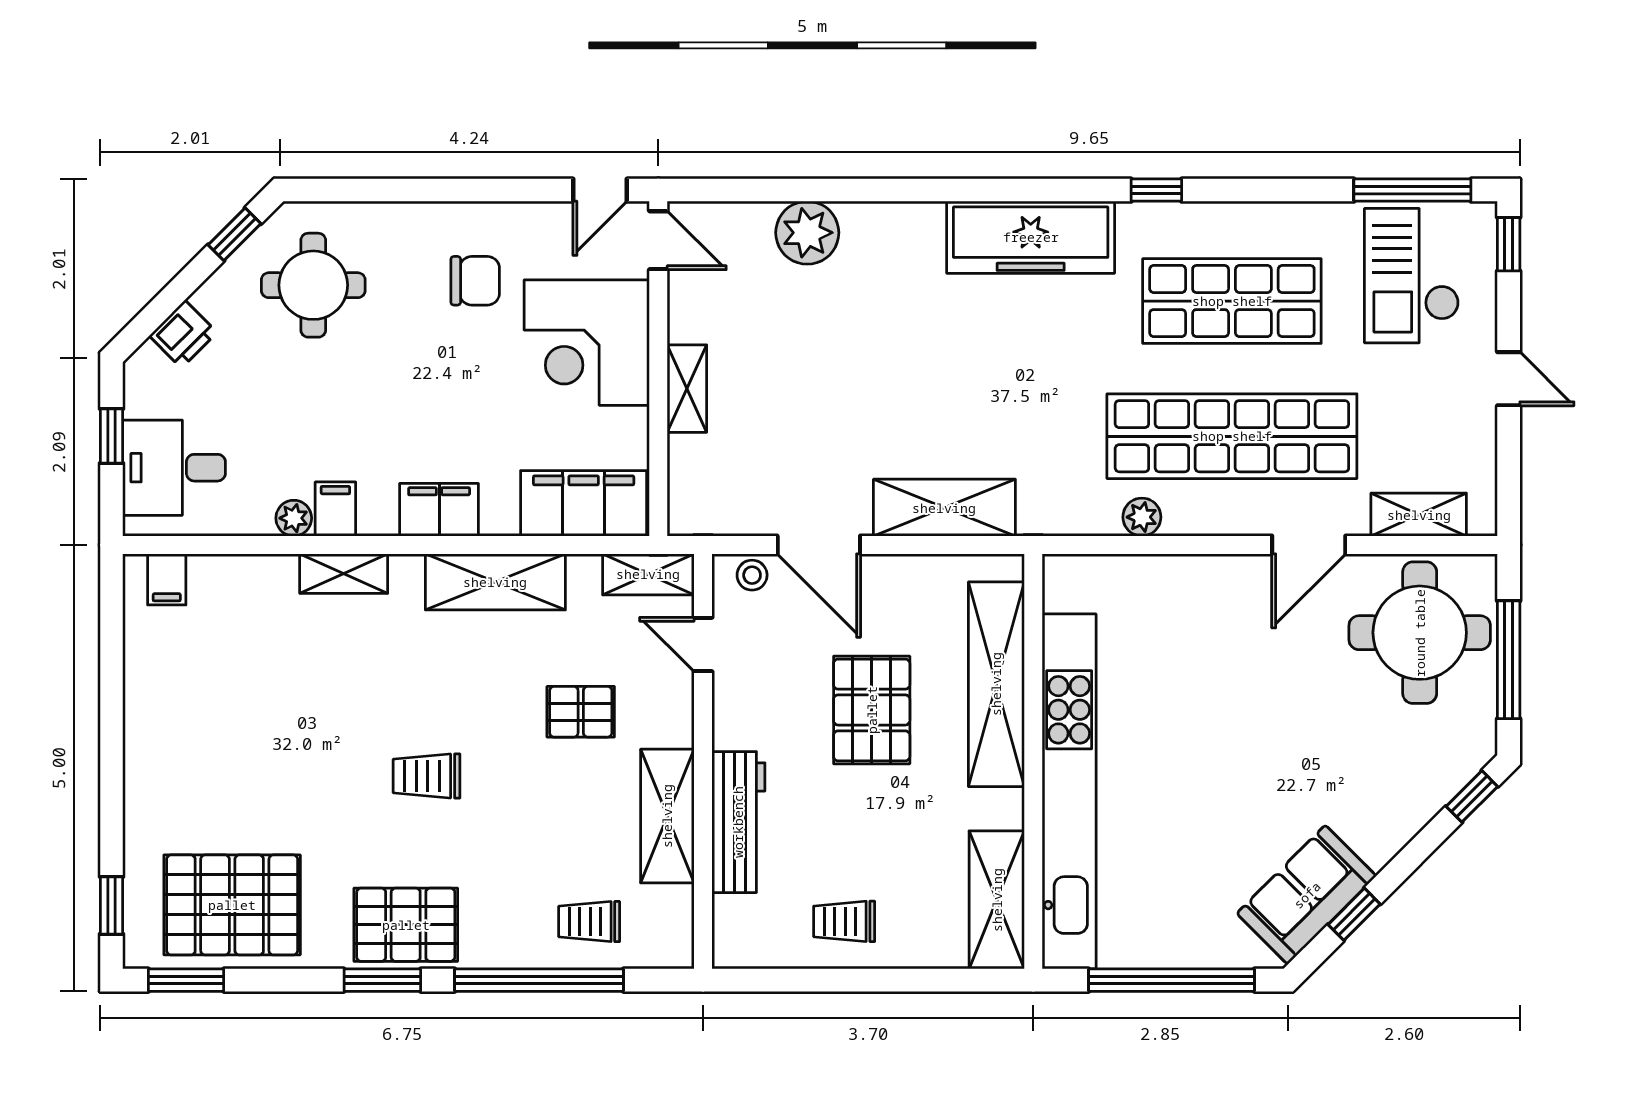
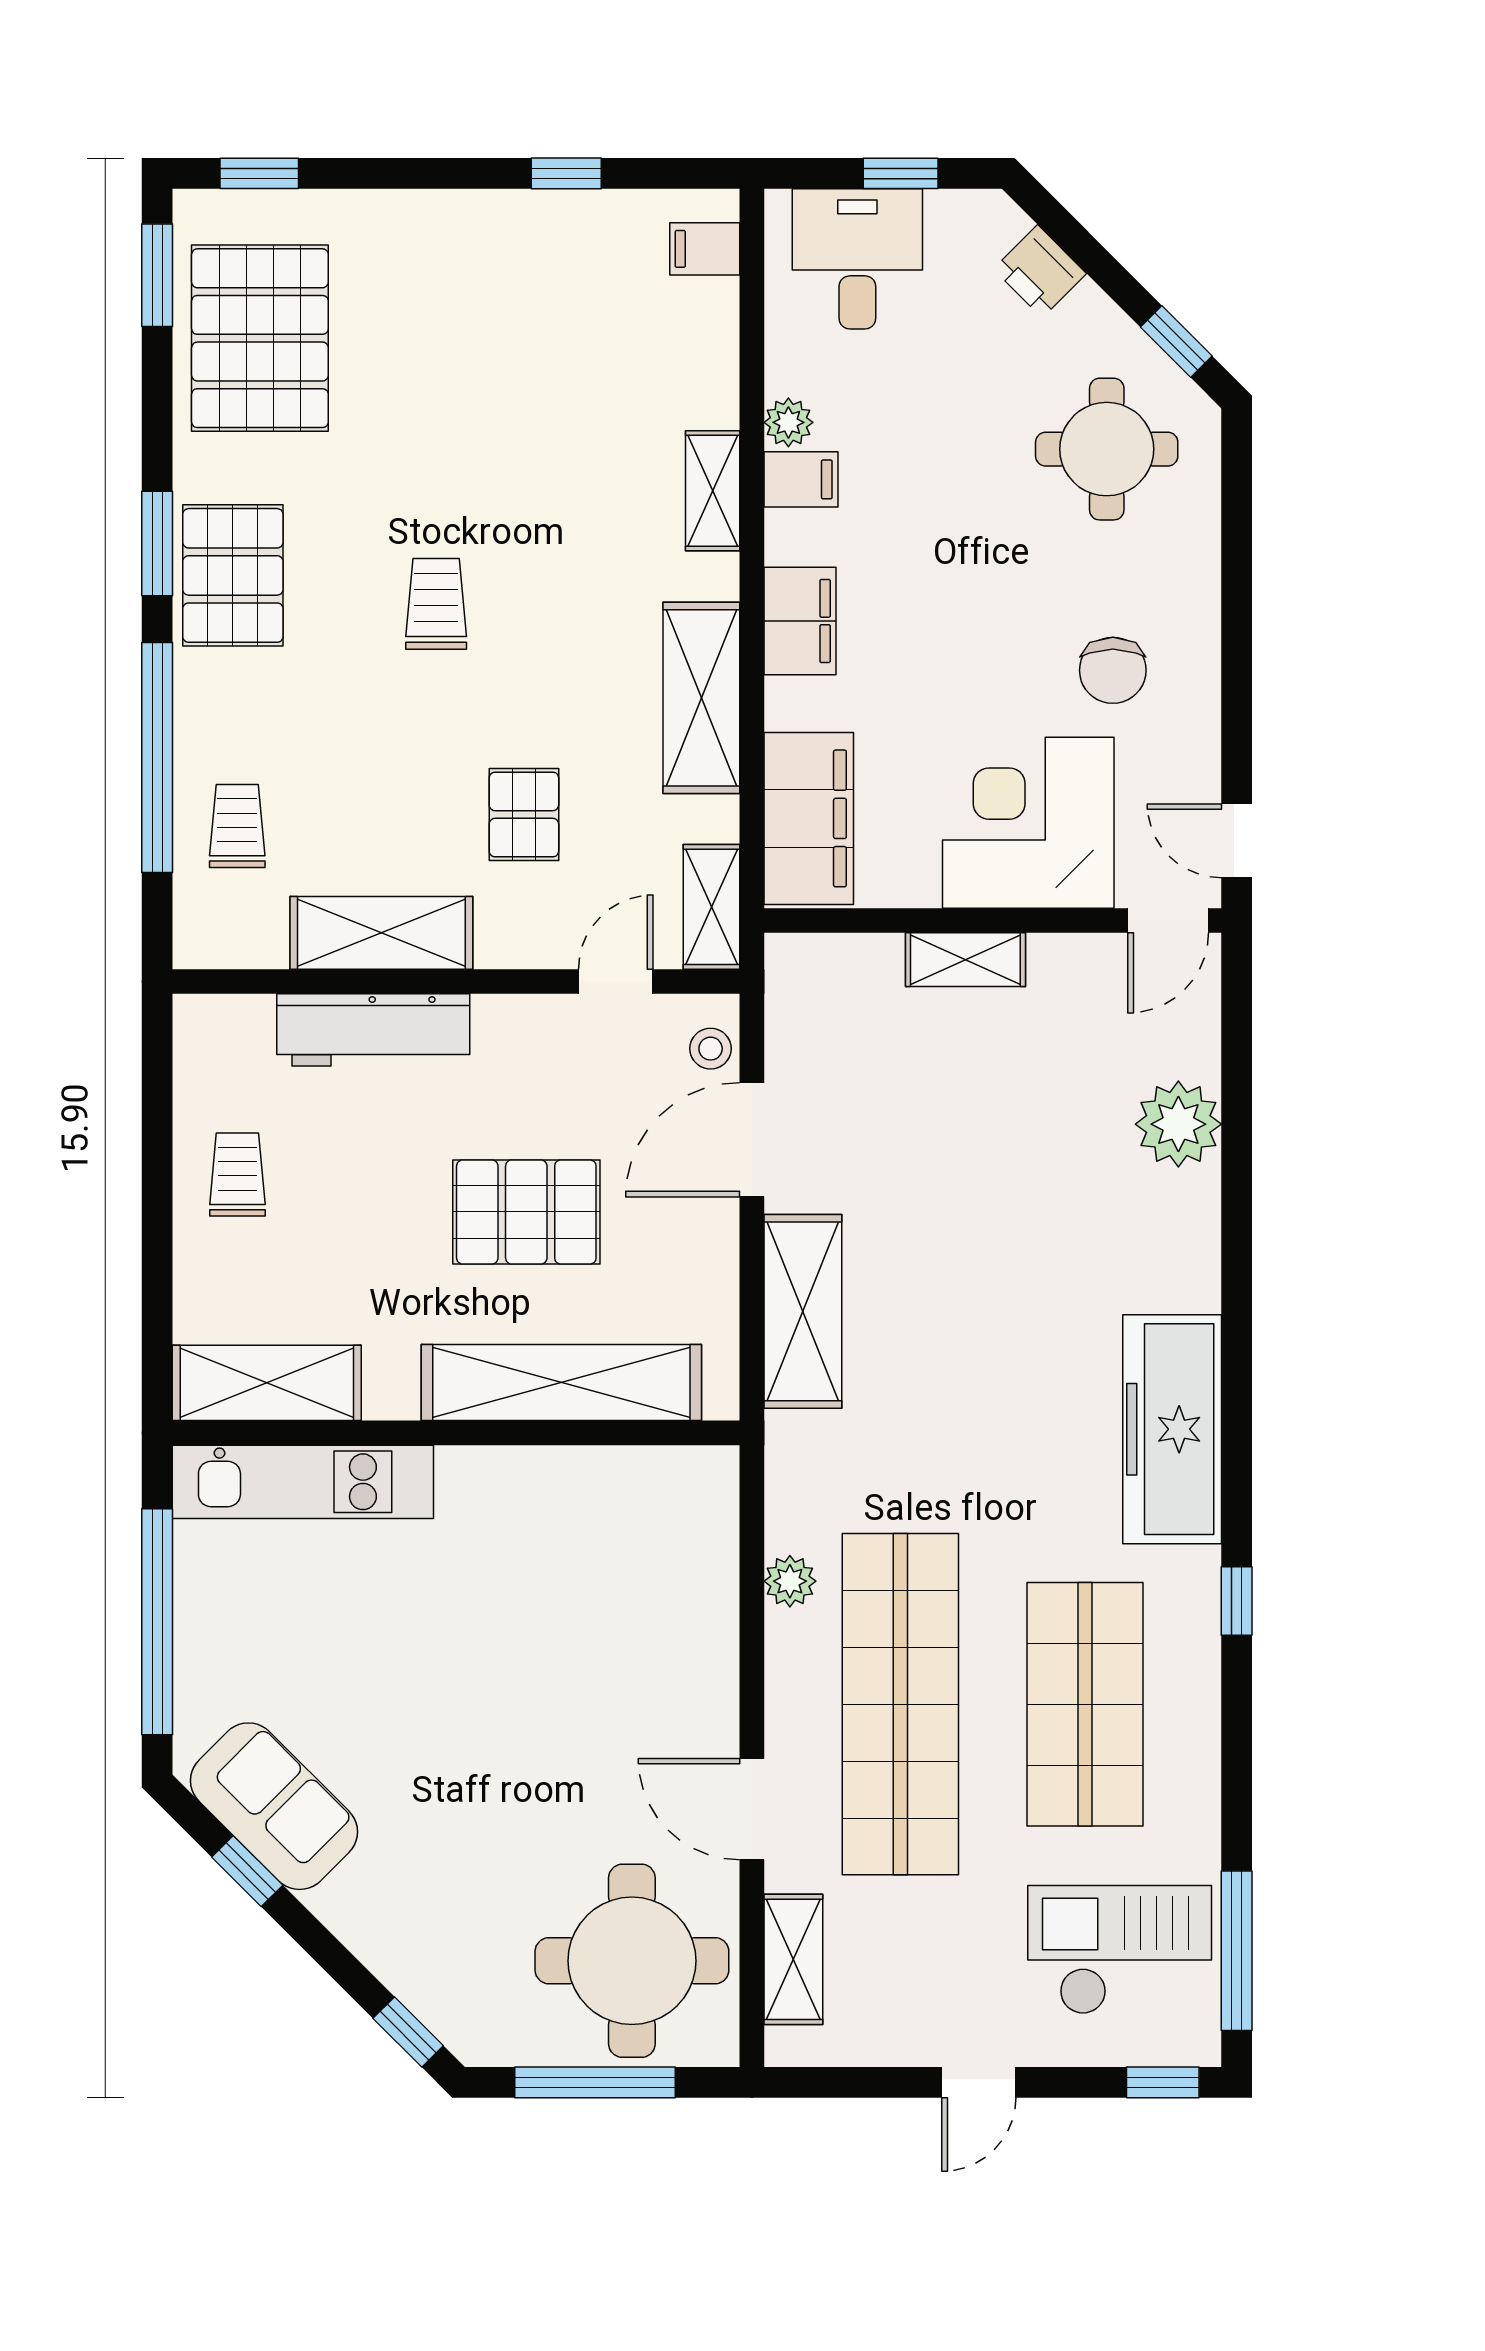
window: (112, 681) -> (566, 173), added
kitchen unit: (1069, 791) -> (303, 1482), width x0.54

